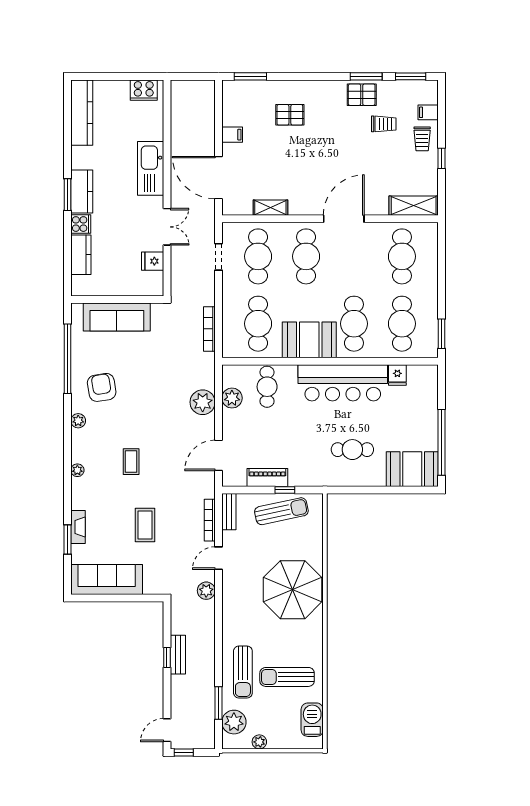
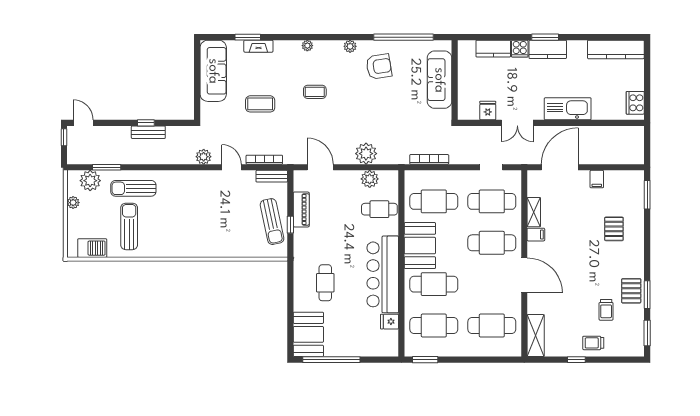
filing cabinet: (428, 112) -> (536, 235), moved, turned 90
parasol: (293, 590) -> (204, 231), removed

